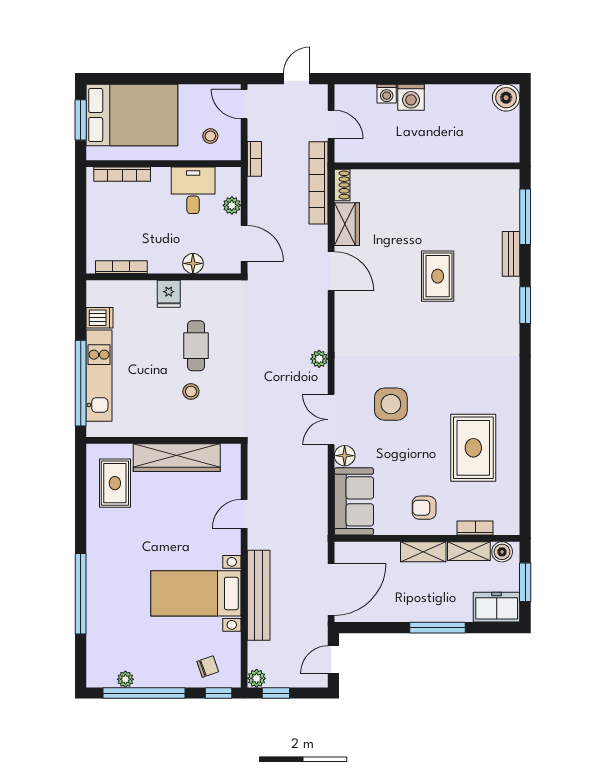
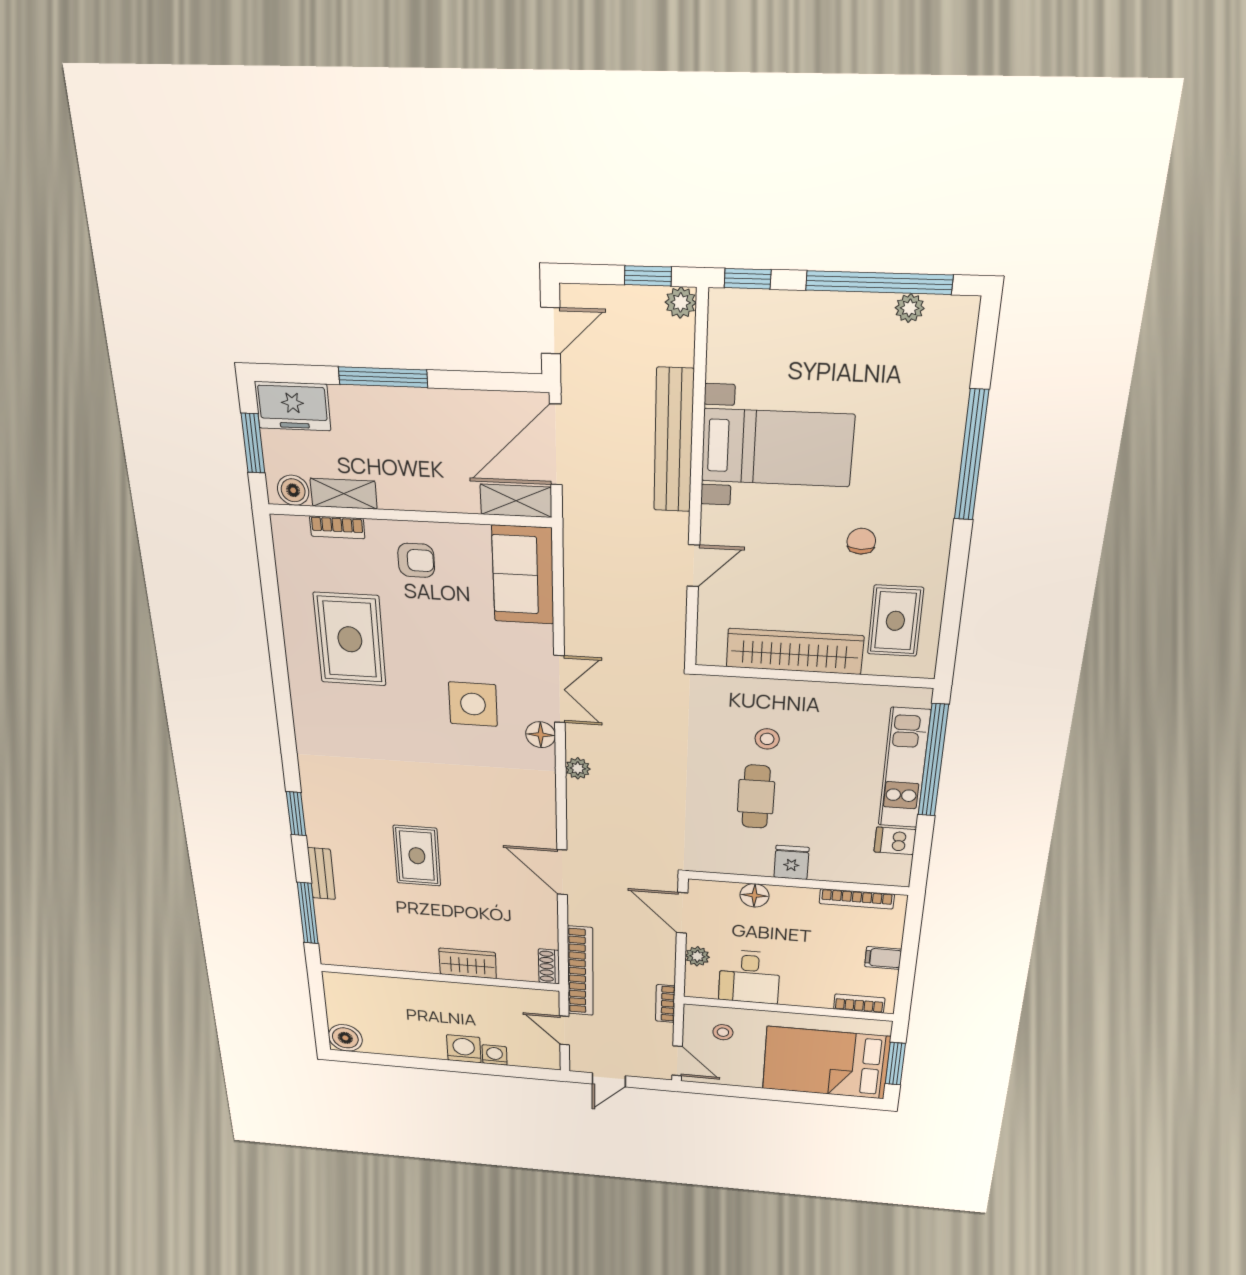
bookcase: (122, 174) -> (859, 1003), width x0.64
filing cabinet: (98, 217) -> (883, 958), added
wardrobe: (347, 224) -> (468, 963), moved, turned 90
floor lamp: (345, 456) -> (541, 735), moved
shelving: (423, 552) -> (516, 501), moved
chair: (208, 667) -> (861, 541), moved, turned 109

